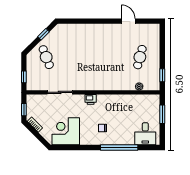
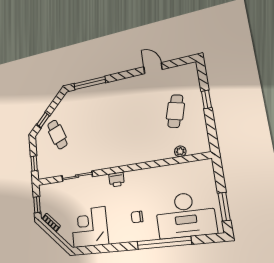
window: (78, 21) -> (90, 83), added
window: (43, 34) -> (43, 120), moved
window: (162, 75) -> (206, 99), moved
window: (162, 114) -> (224, 207), moved
desk: (145, 134) -> (185, 215), width x1.87, depth x1.30

